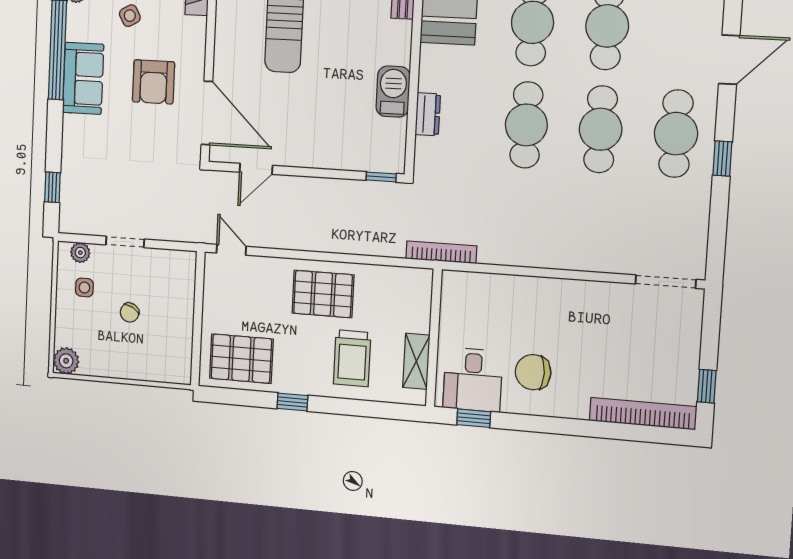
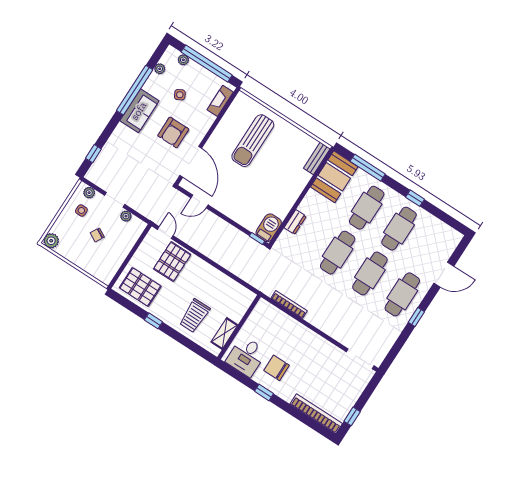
barbecue: (393, 92) -> (269, 228), moved
bookcase: (441, 252) -> (289, 305), moved
plant: (156, 258) -> (126, 216), added
pallet: (323, 294) -> (172, 262), moved, turned 90
window: (474, 418) -> (264, 392), moved

